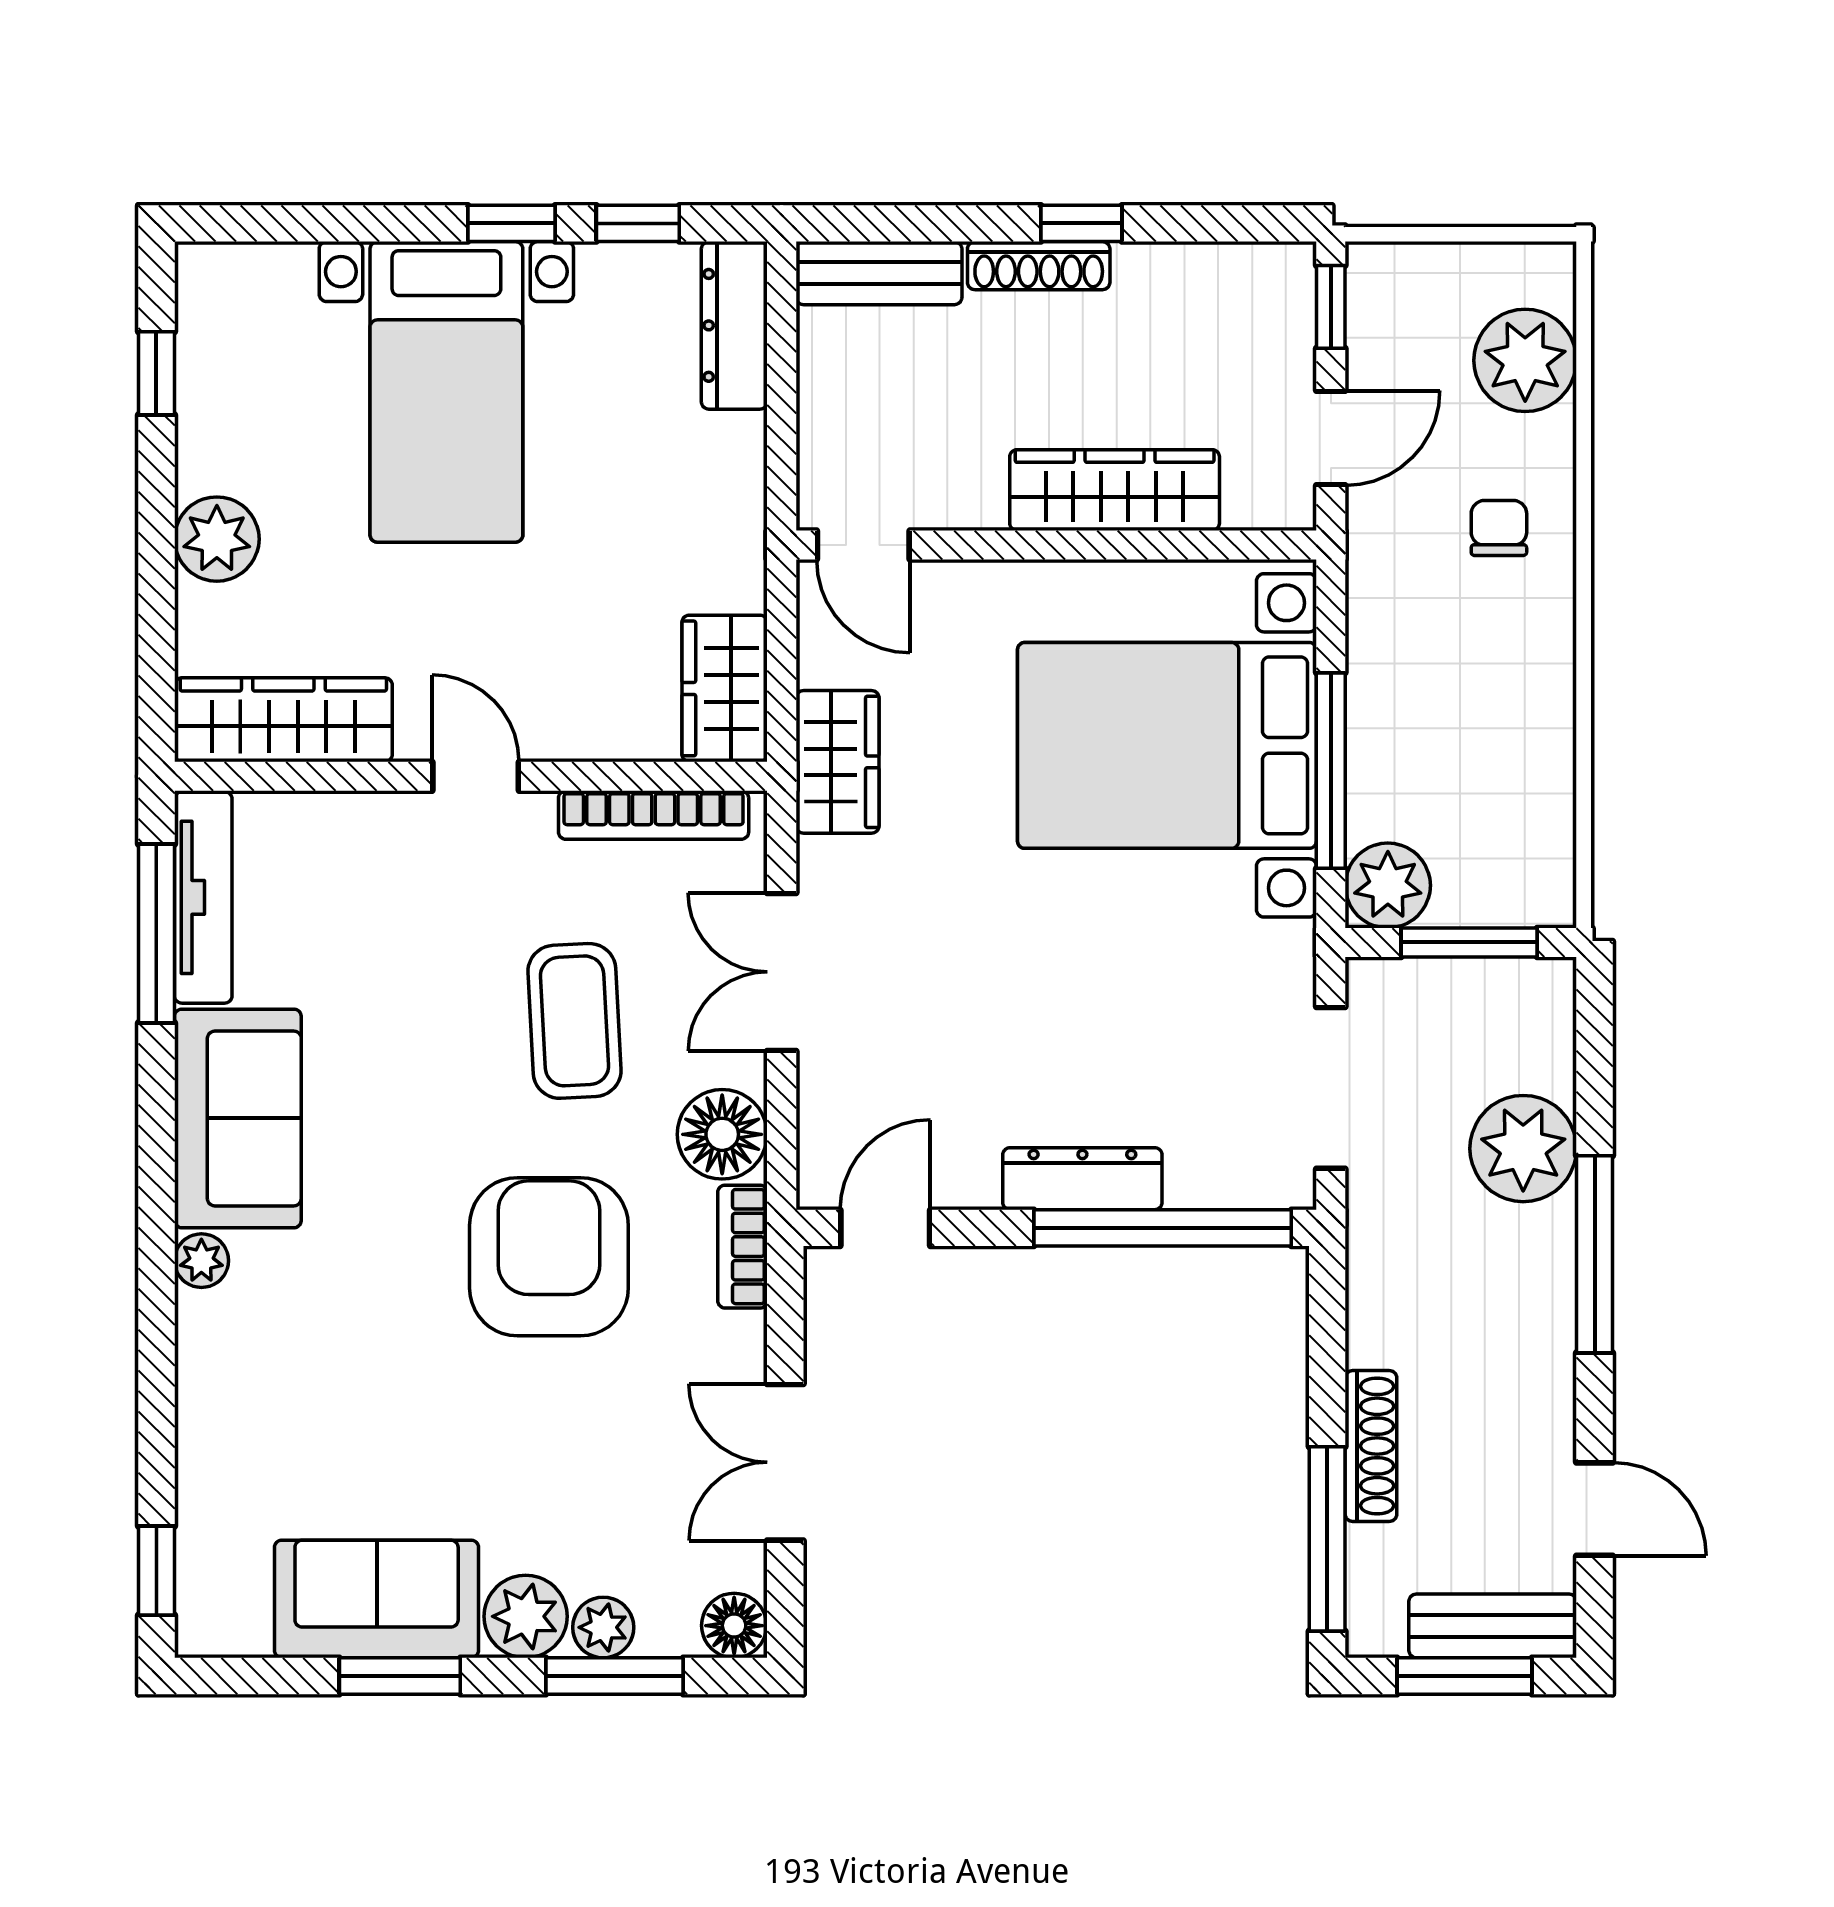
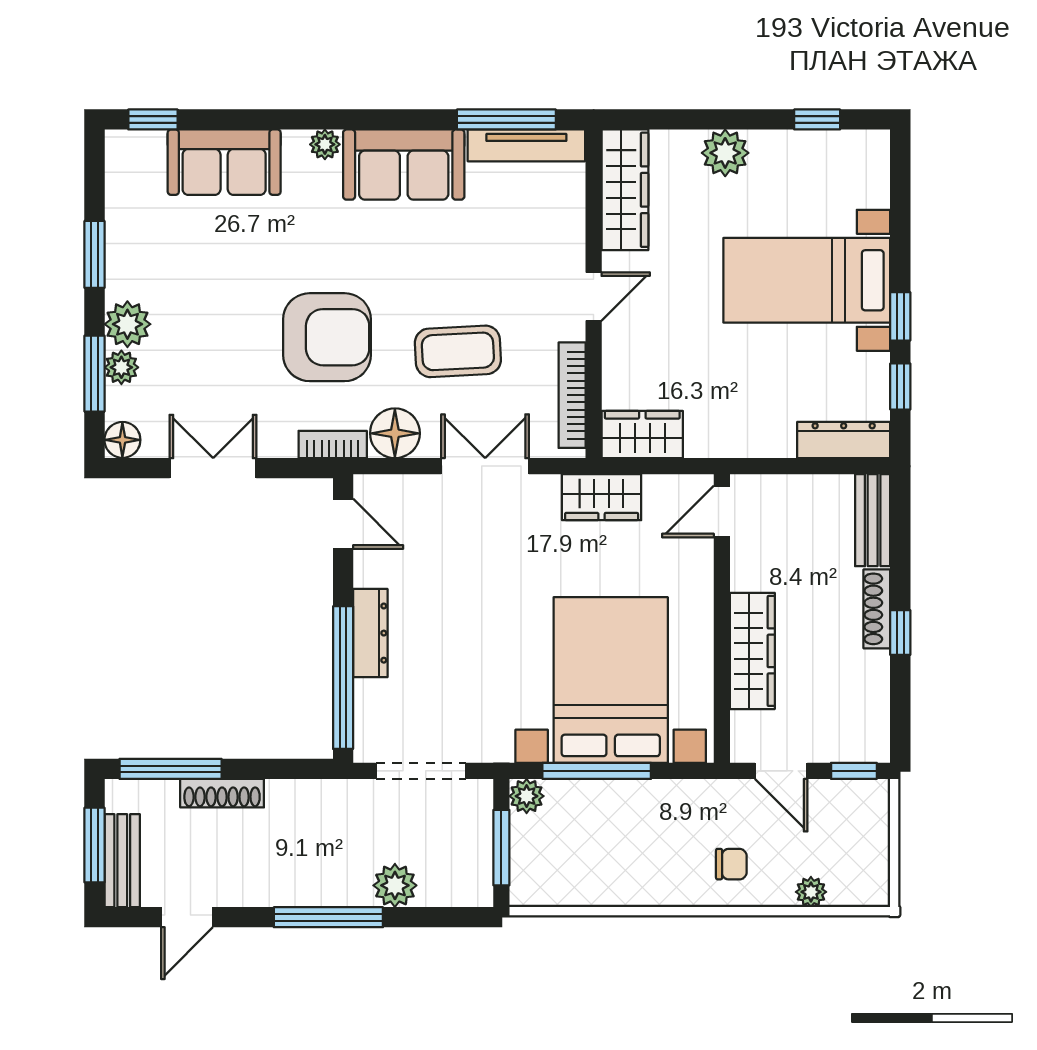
plant: (1525, 360) -> (811, 892), width x0.53, depth x0.53
plant: (1388, 885) -> (527, 796), width x0.73, depth x0.73
plant: (1523, 1149) -> (395, 885), width x0.73, depth x0.73
sofa: (377, 1599) -> (224, 162), moved, turned 90

